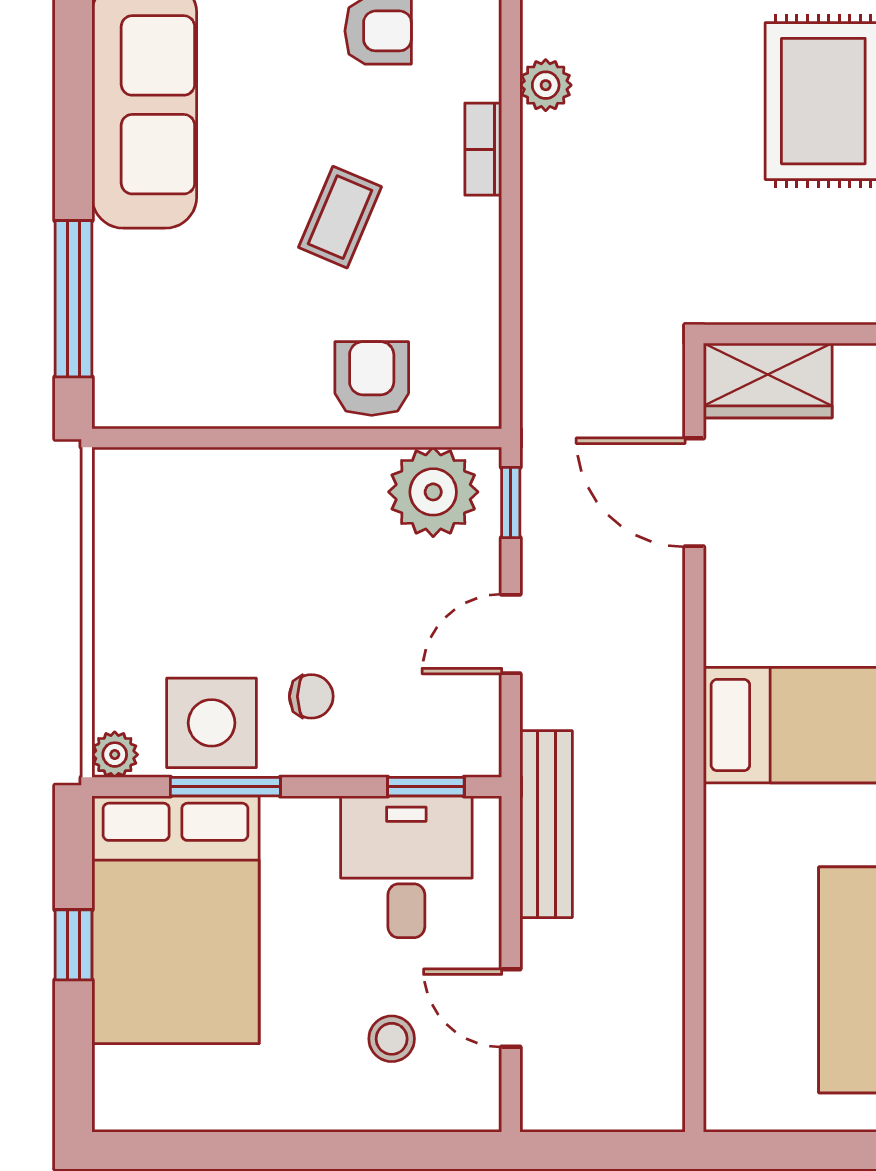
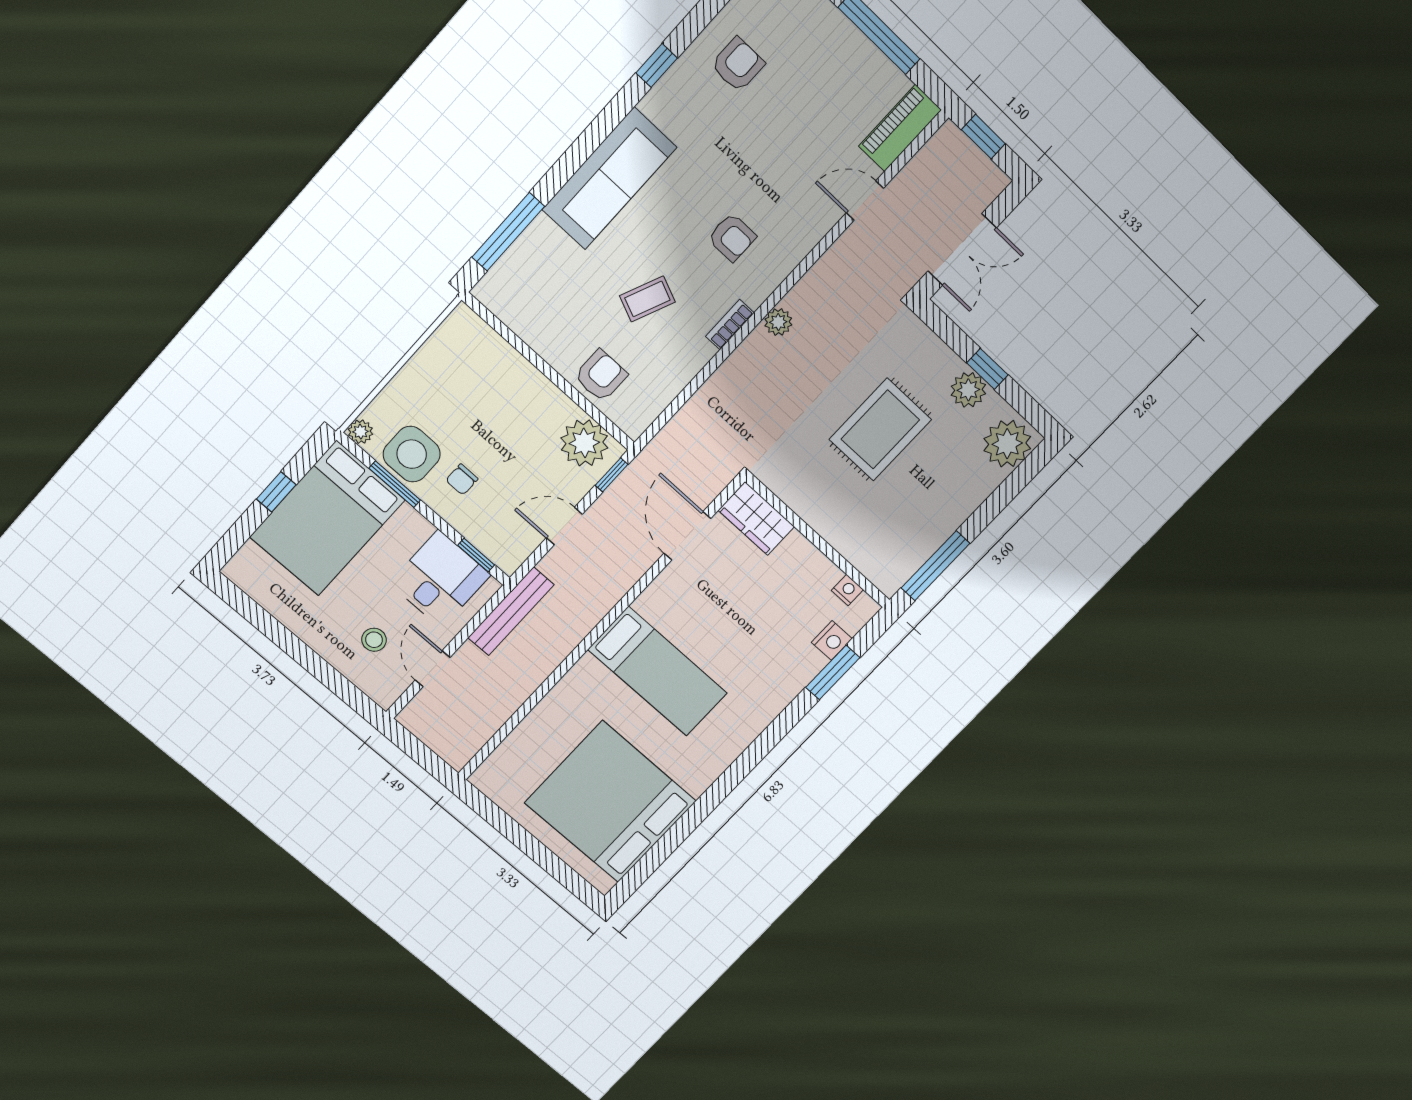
chair: (311, 696) -> (462, 479), turned 90

